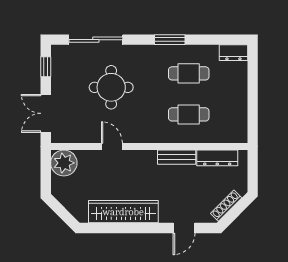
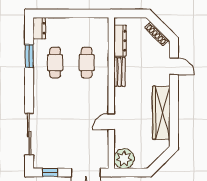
window: (170, 40) -> (29, 56), moved
round table: (111, 87) -> (66, 122), removed

